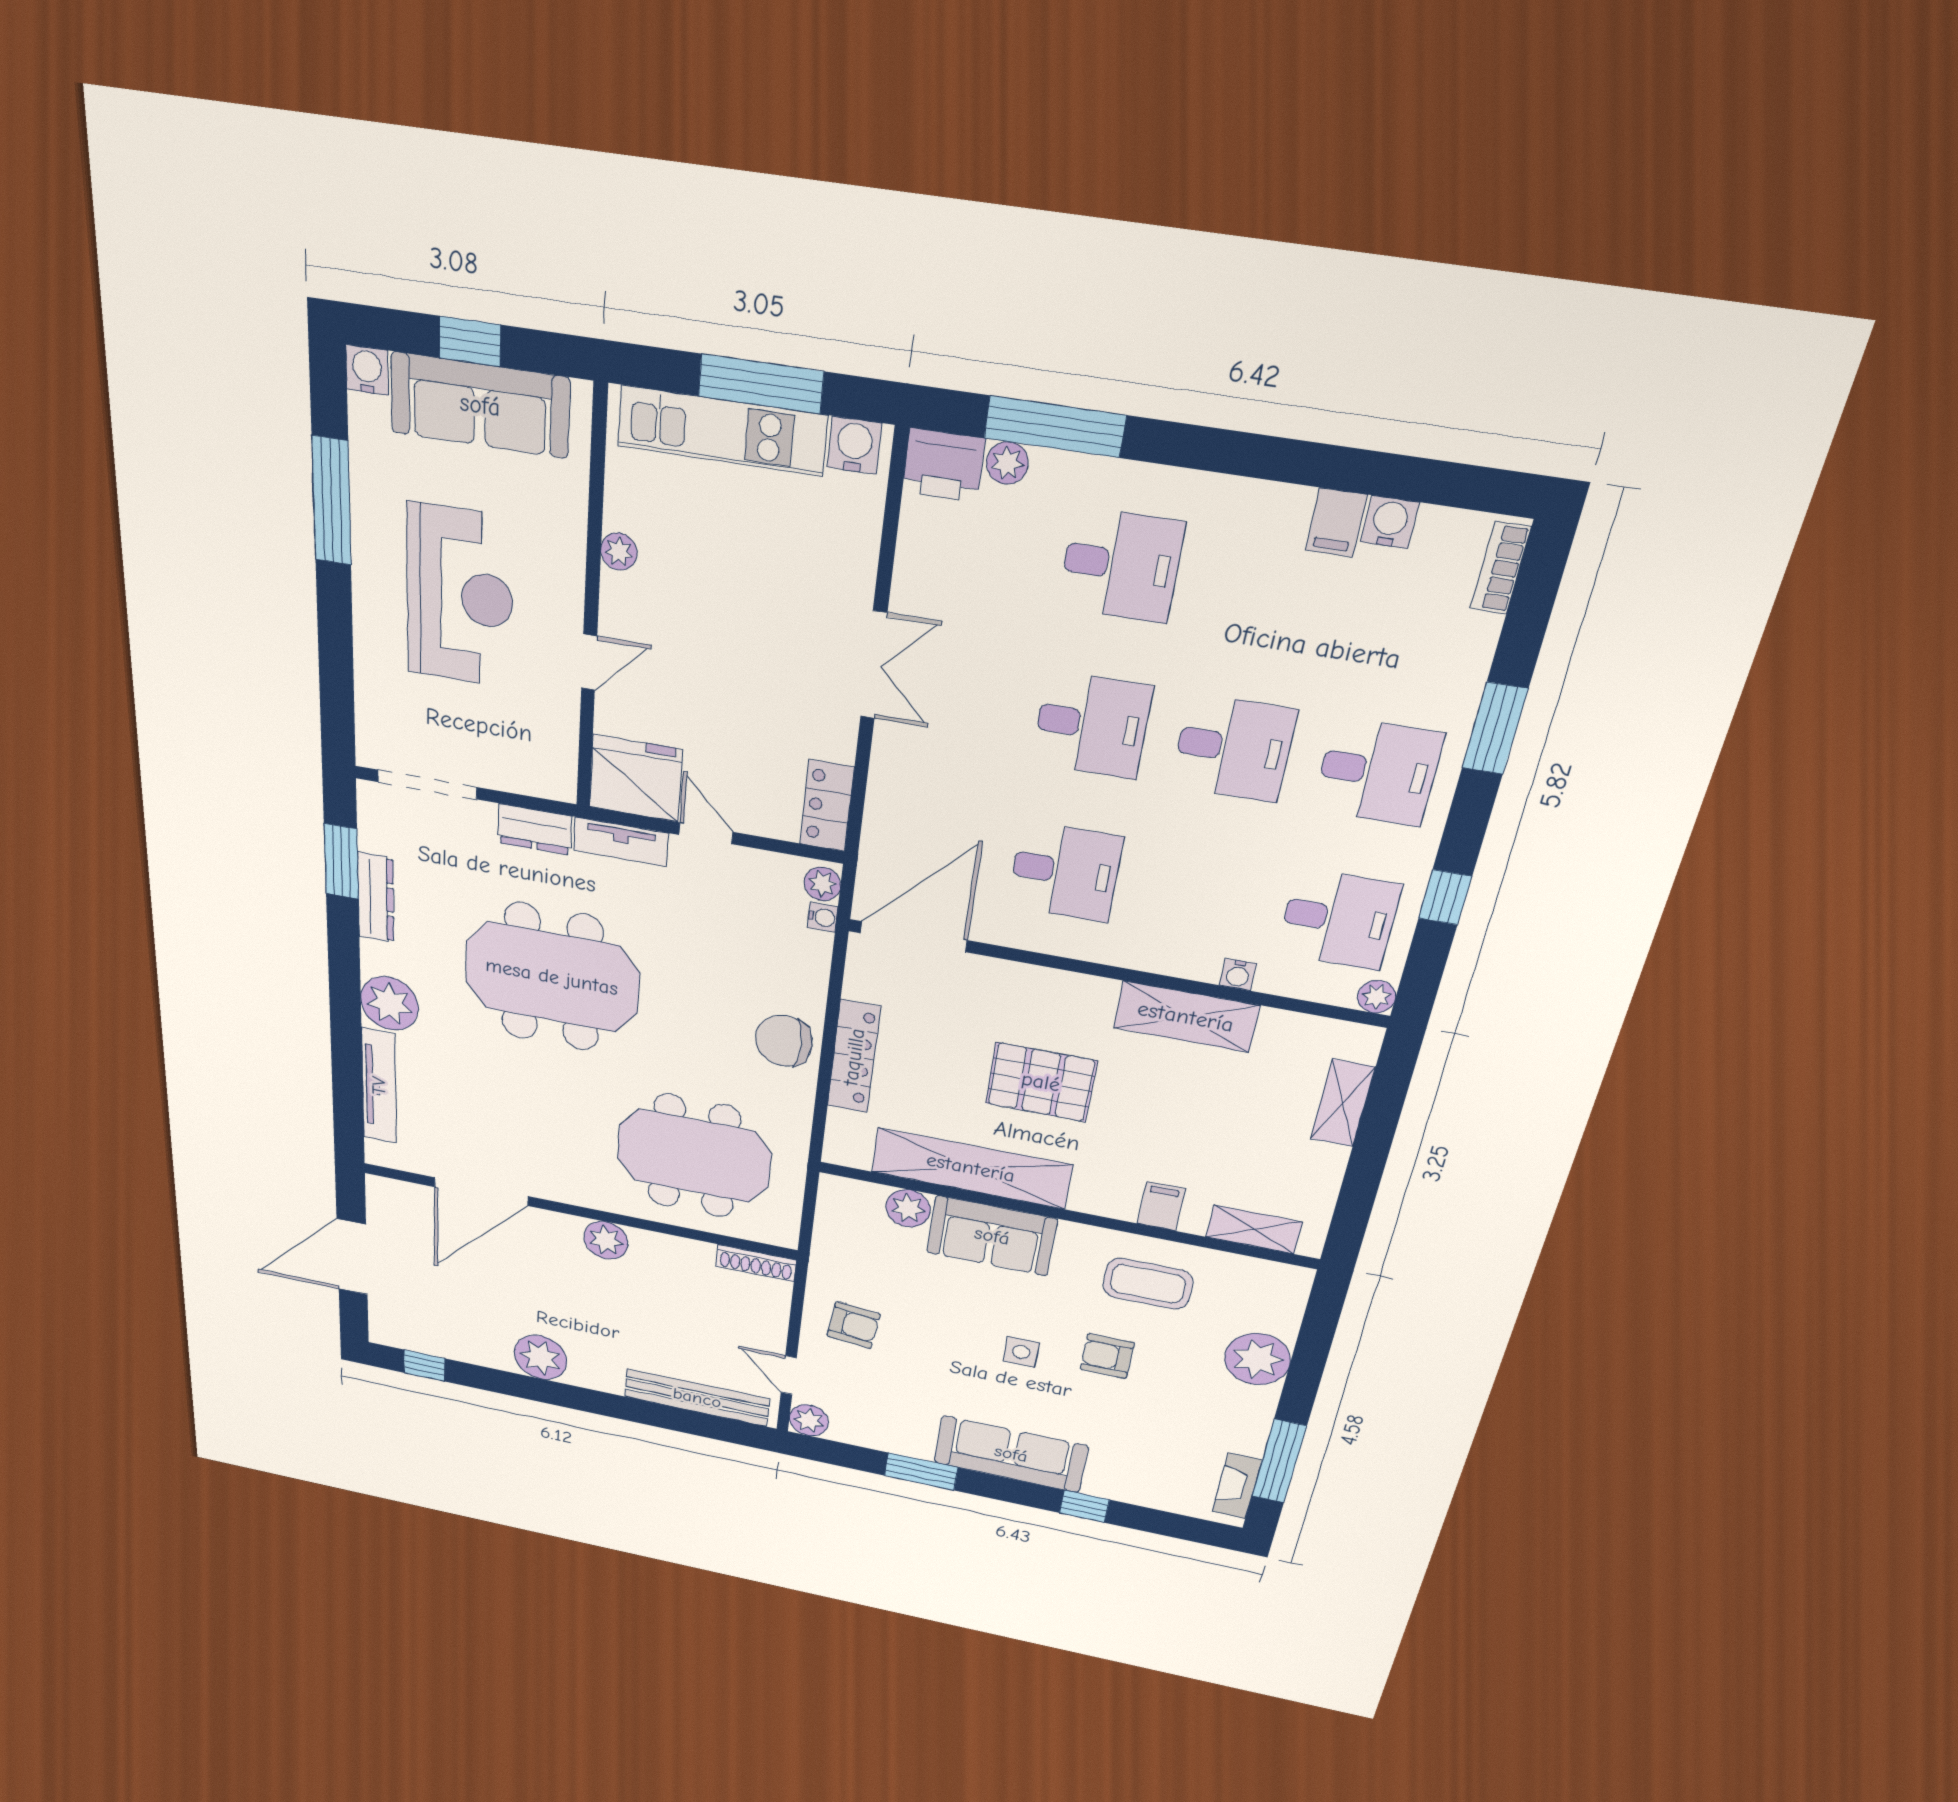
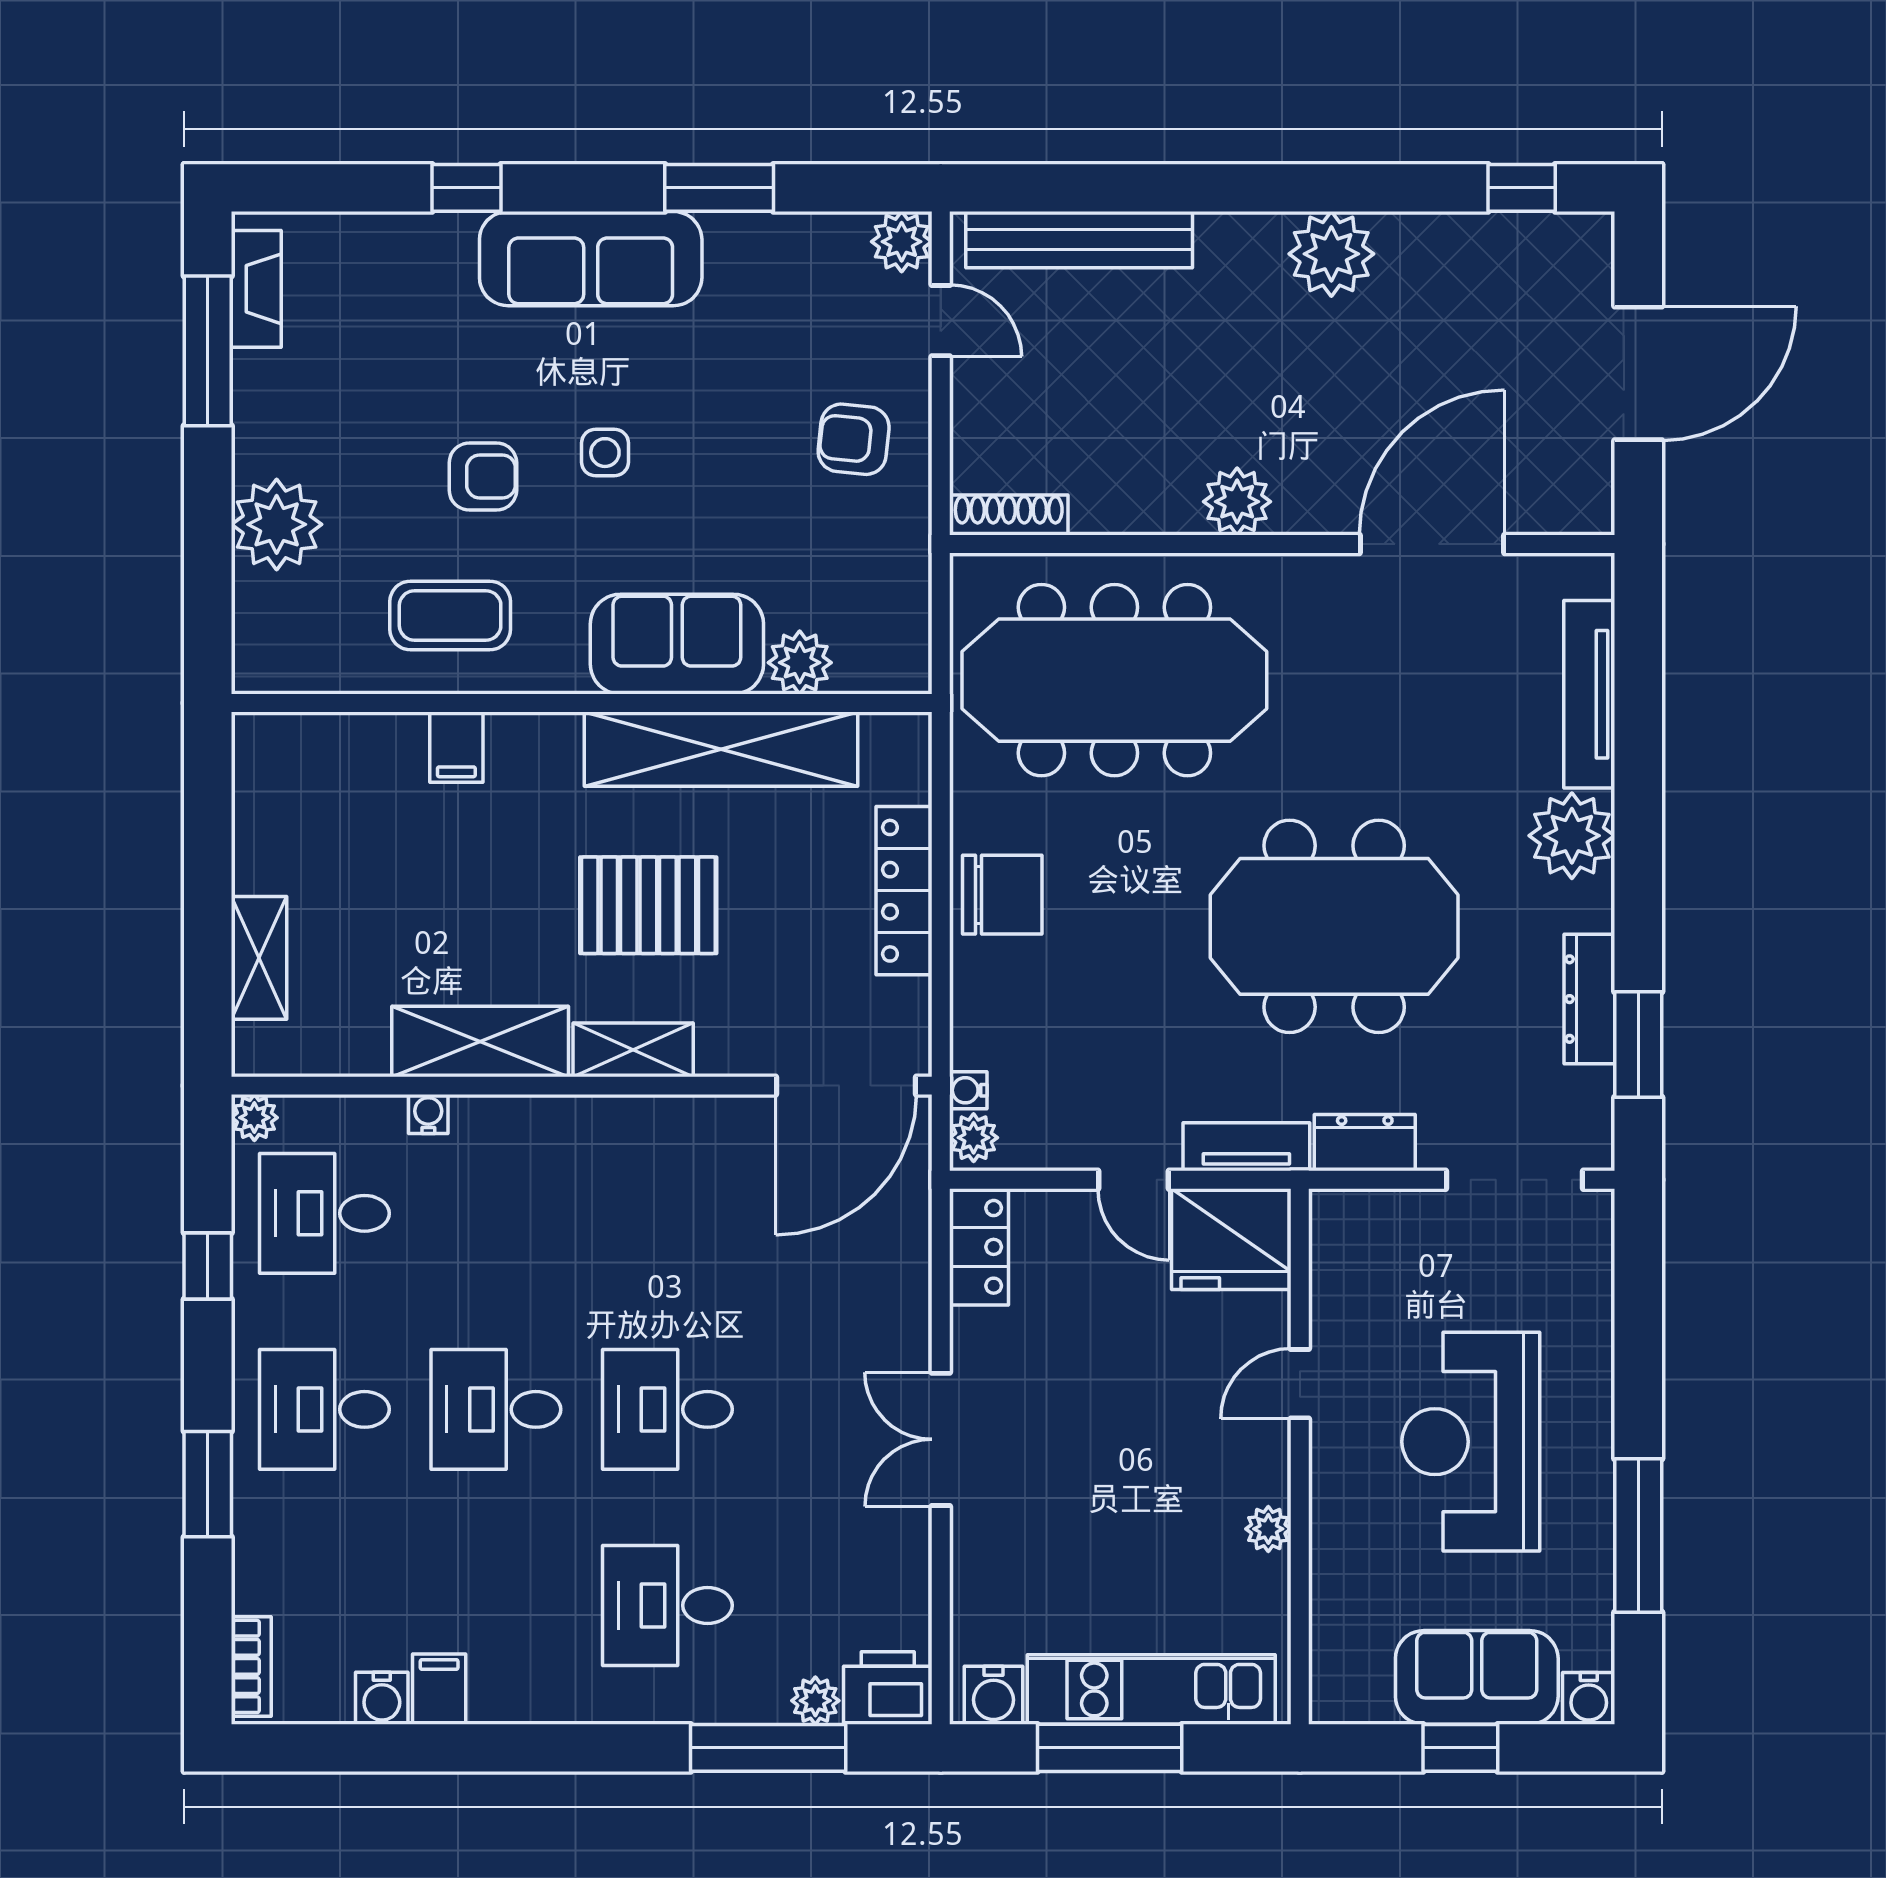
sofa: (480, 405) -> (1477, 1677), width x0.73
desk: (1065, 872) -> (667, 1213), removed
meeting table: (694, 1156) -> (1114, 680), width x1.36
shelving: (1254, 1229) -> (633, 1050), moved

